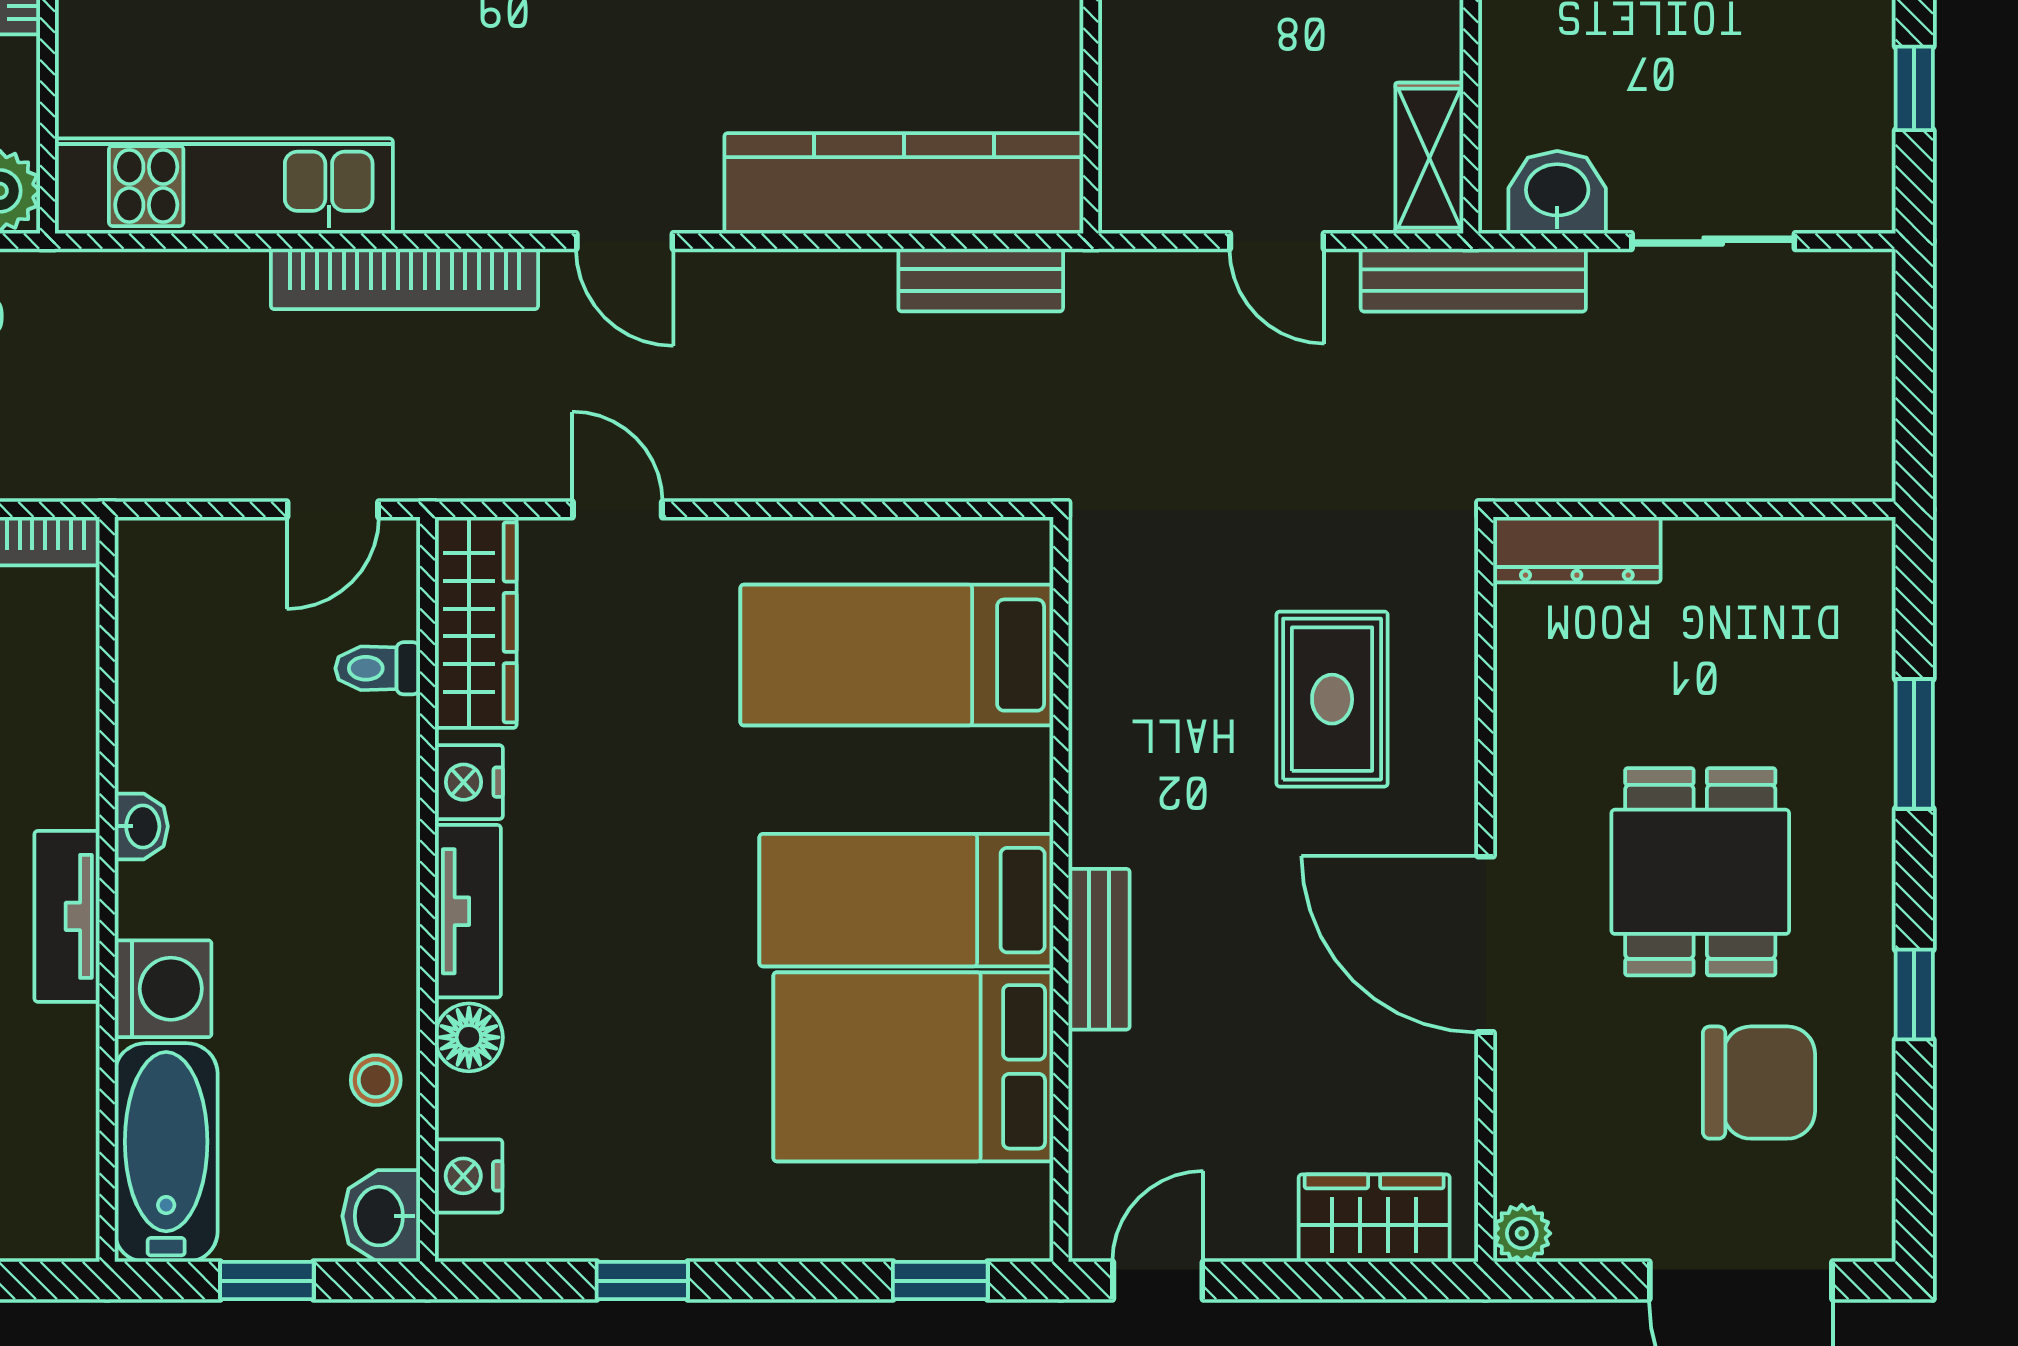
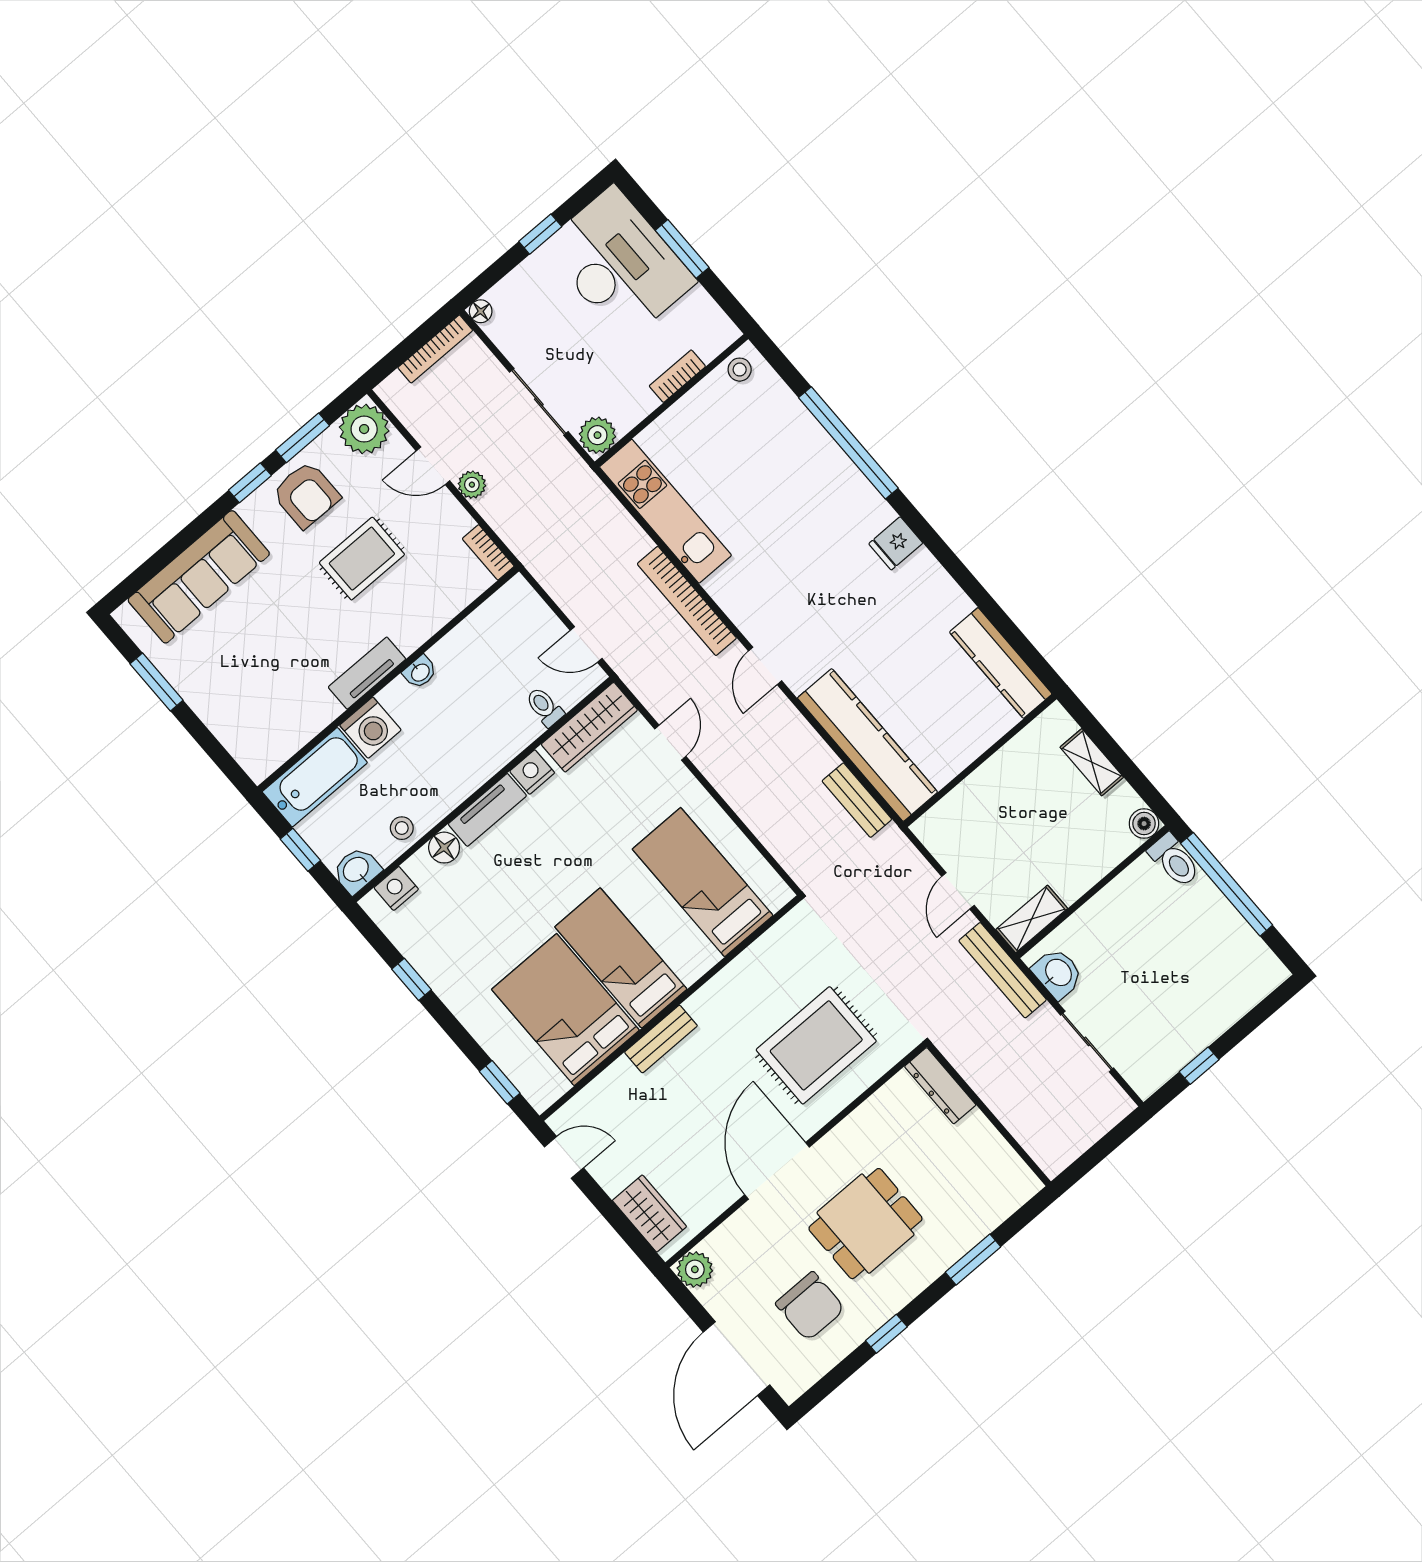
rug: (1332, 699) -> (816, 1045), width x1.36, depth x1.43
plant: (1522, 1233) -> (695, 1269), width x1.38, depth x1.38

